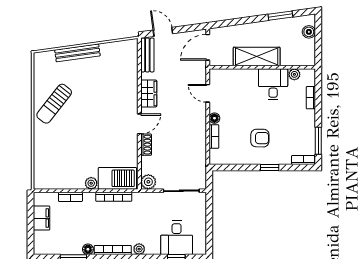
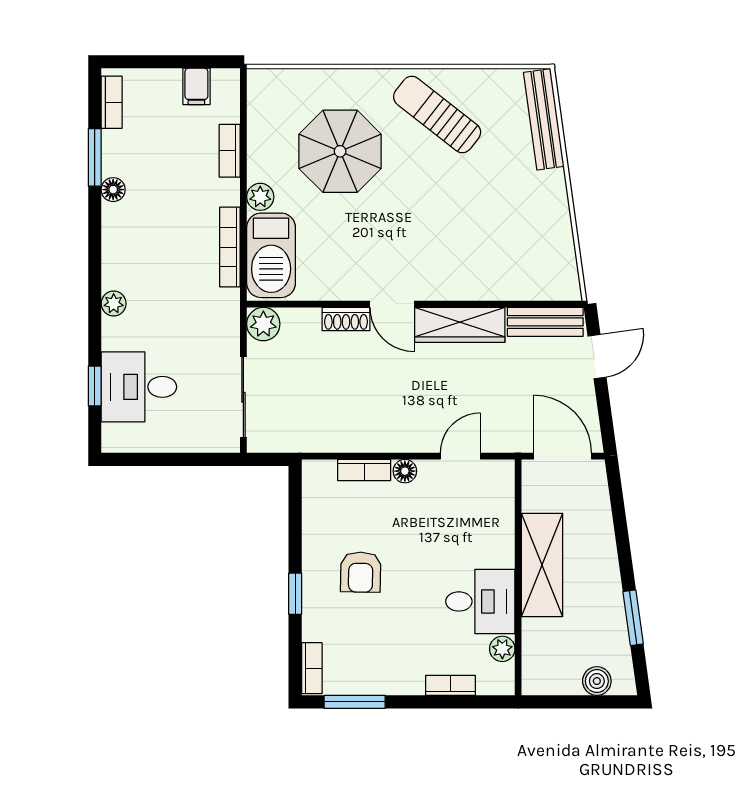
bench: (77, 53) -> (544, 119), moved
wardrobe: (149, 94) -> (460, 325), width x1.50
parasol: (71, 147) -> (340, 151), added
filing cabinet: (42, 218) -> (196, 86), width x0.50
bookcase: (113, 250) -> (112, 102), moved, width x0.64

